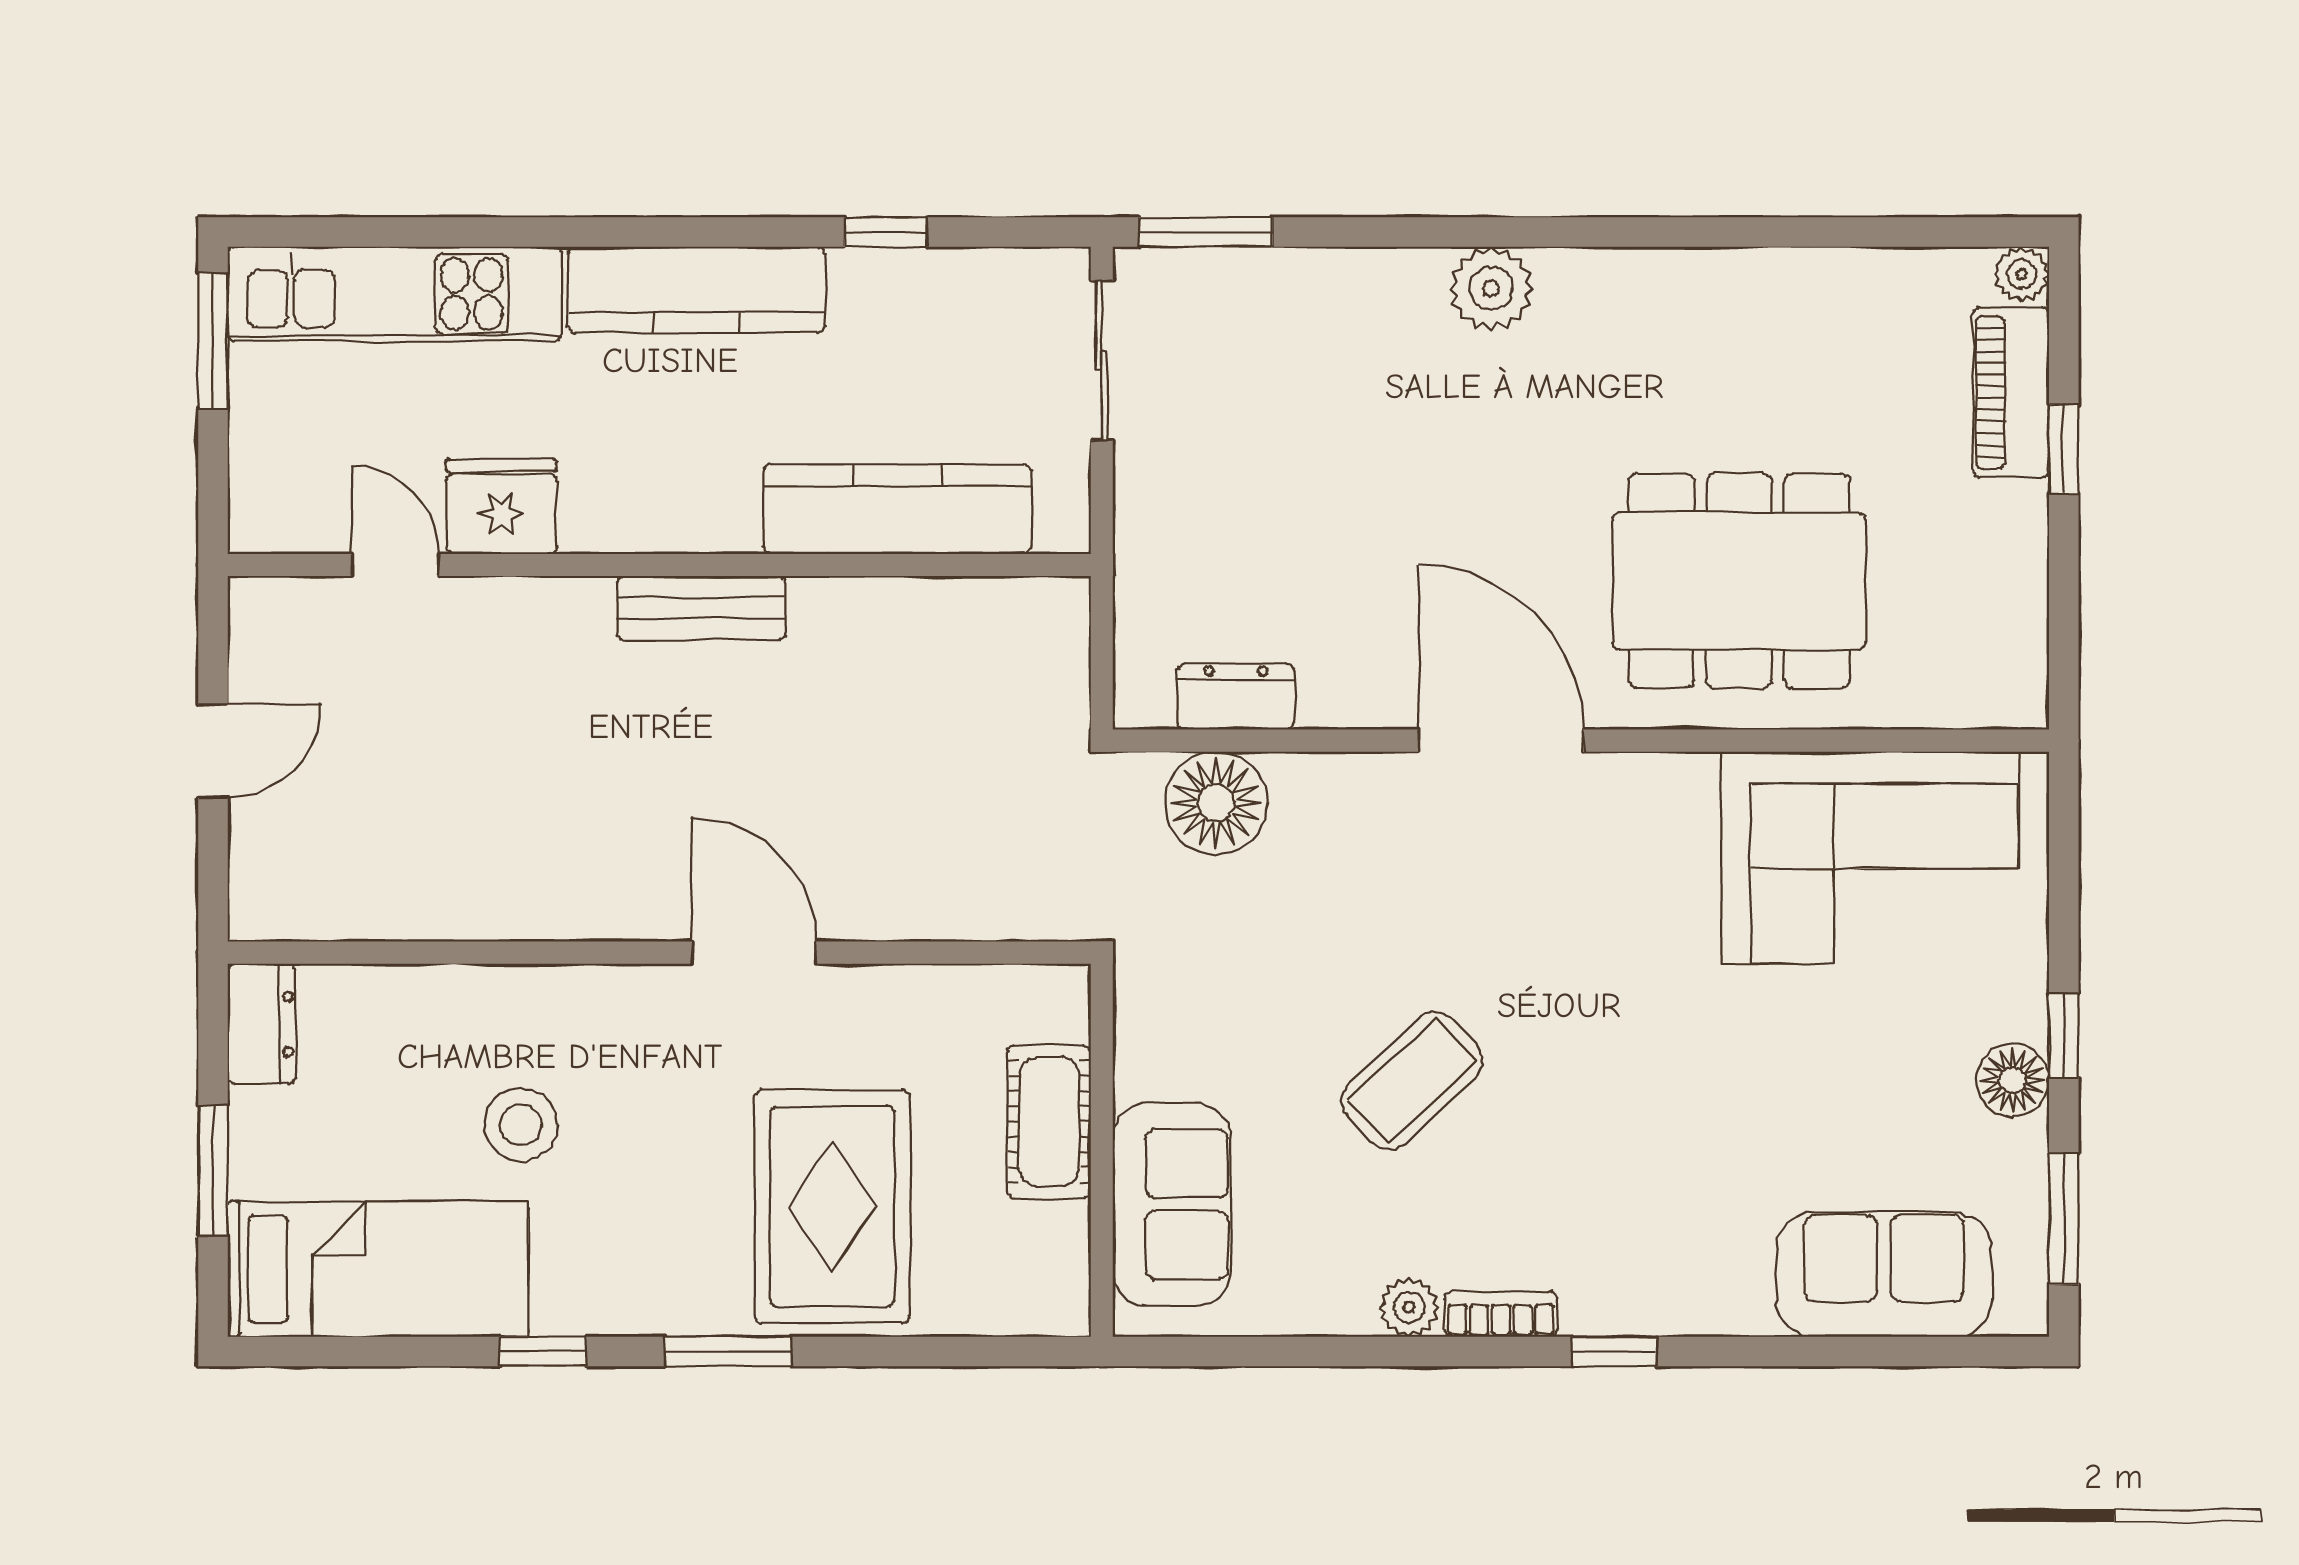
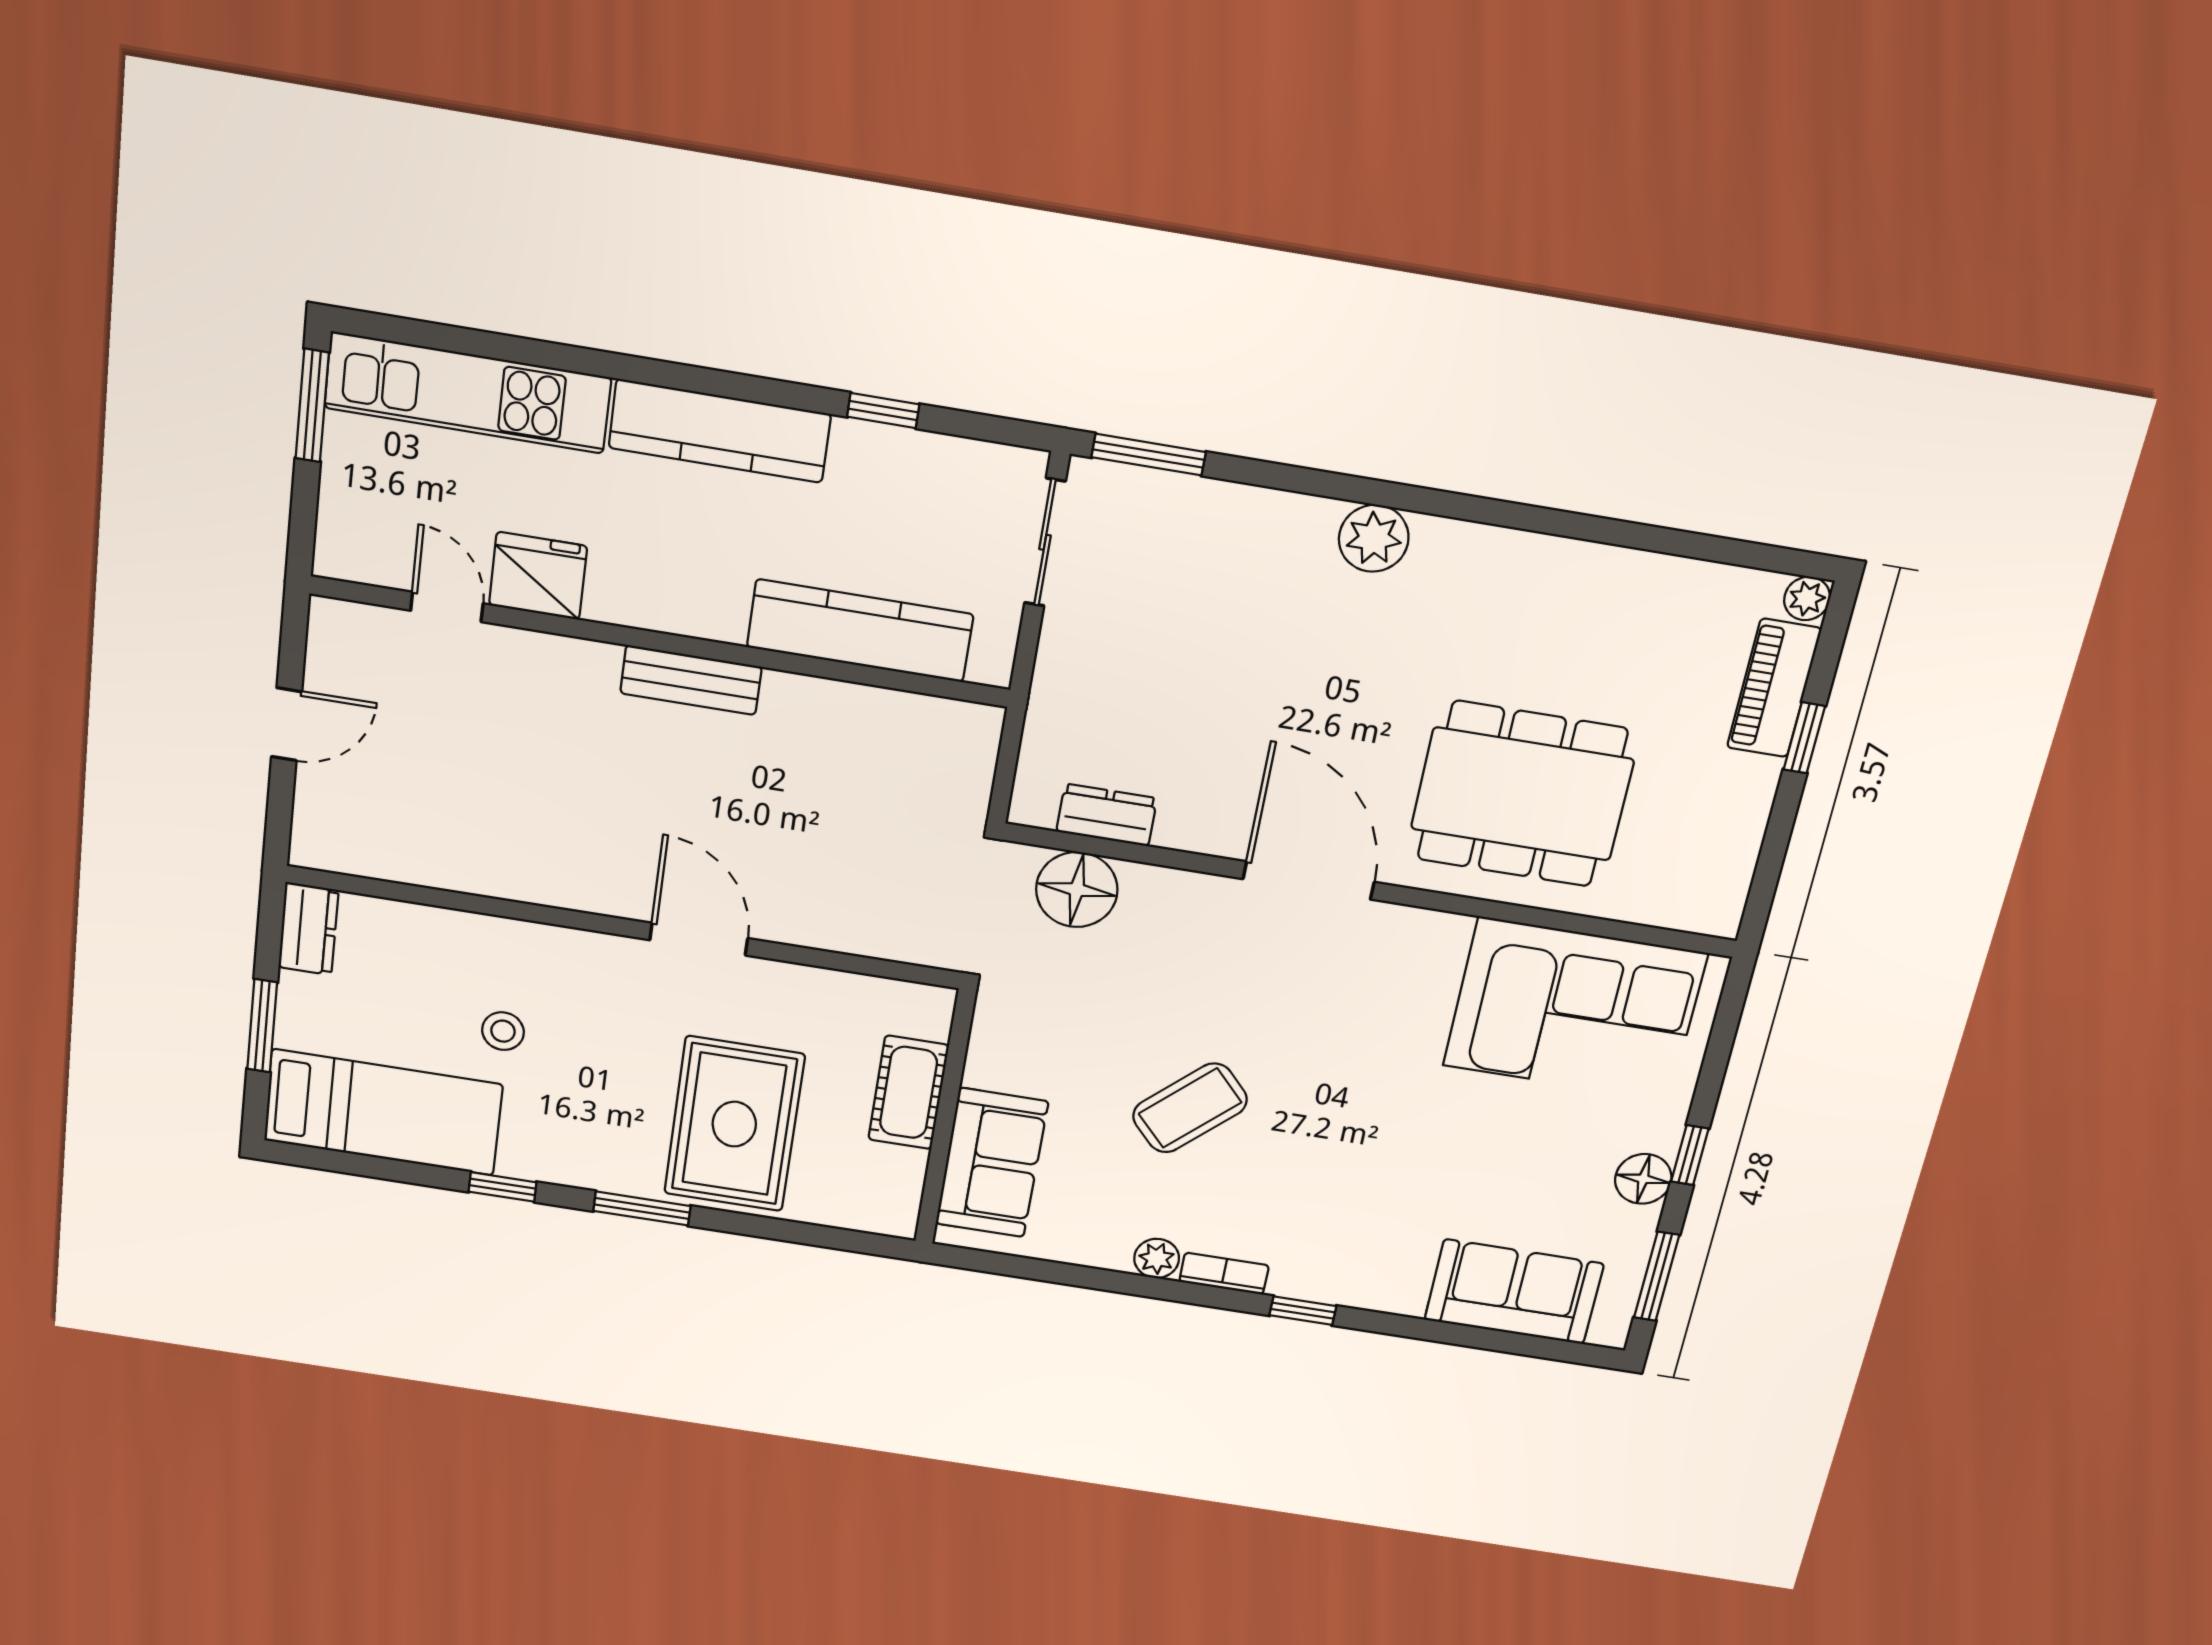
stool: (521, 1125) -> (503, 1031), width x0.73, depth x0.73

